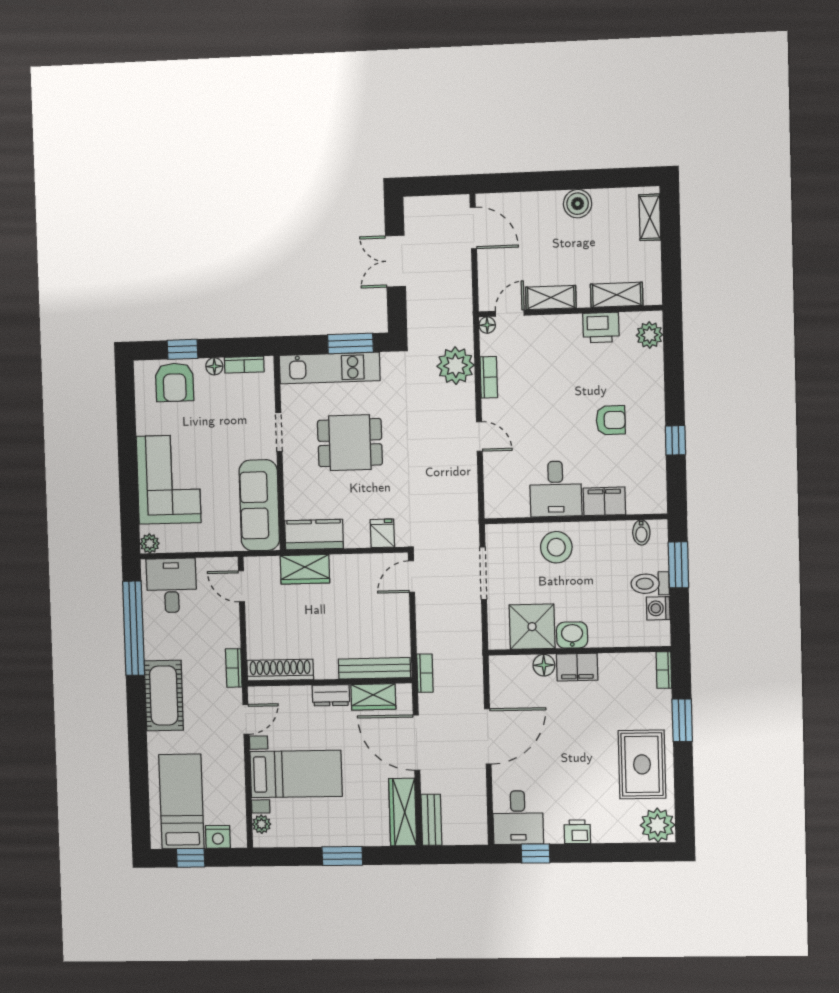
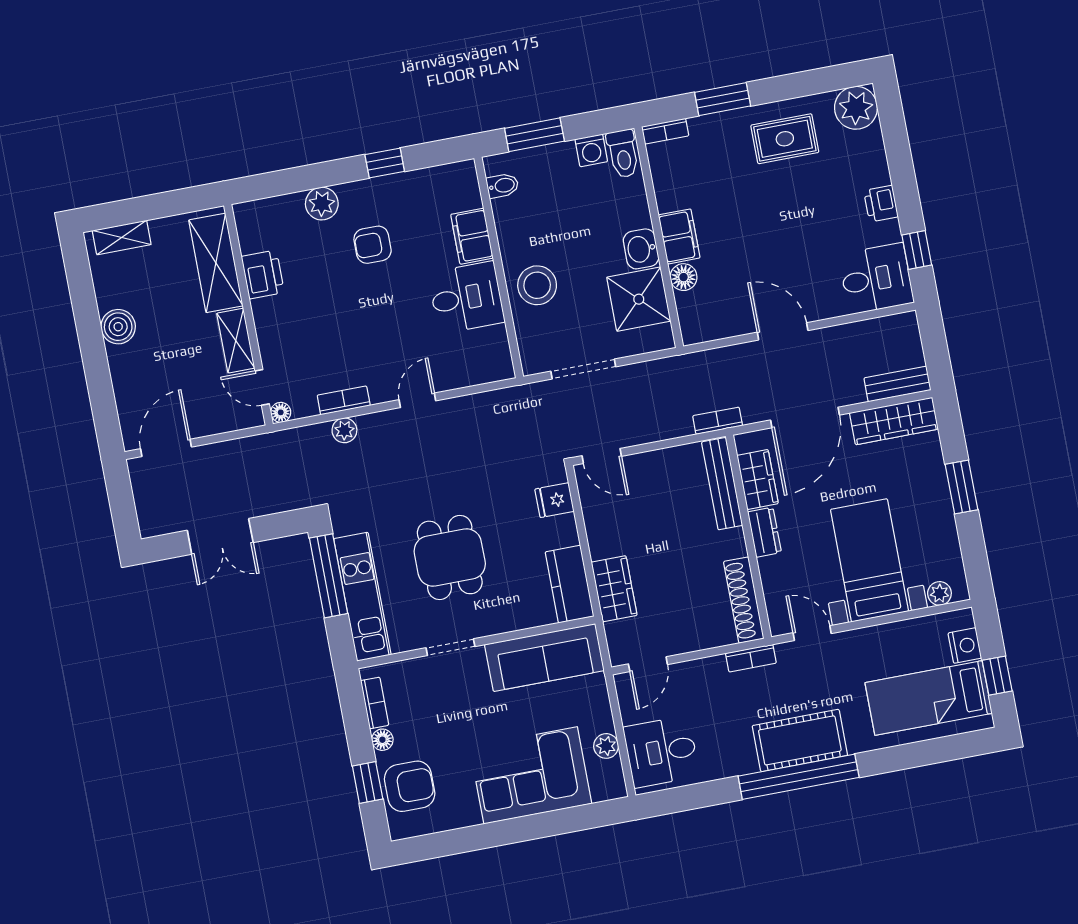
shelving: (617, 295) -> (216, 263), width x1.50, depth x1.33
plant: (649, 335) -> (322, 204), moved
window: (350, 343) -> (329, 576), width x1.44
plant: (456, 366) -> (344, 430), width x0.53, depth x0.53
armchair: (611, 420) -> (373, 245), turned -90
plant: (150, 544) -> (606, 746), moved
toilet: (650, 584) -> (623, 154), moved
window: (134, 628) -> (799, 777), moved
door: (488, 736) -> (783, 331), width x0.73
rug: (642, 764) -> (785, 139), width x0.73, depth x0.70

